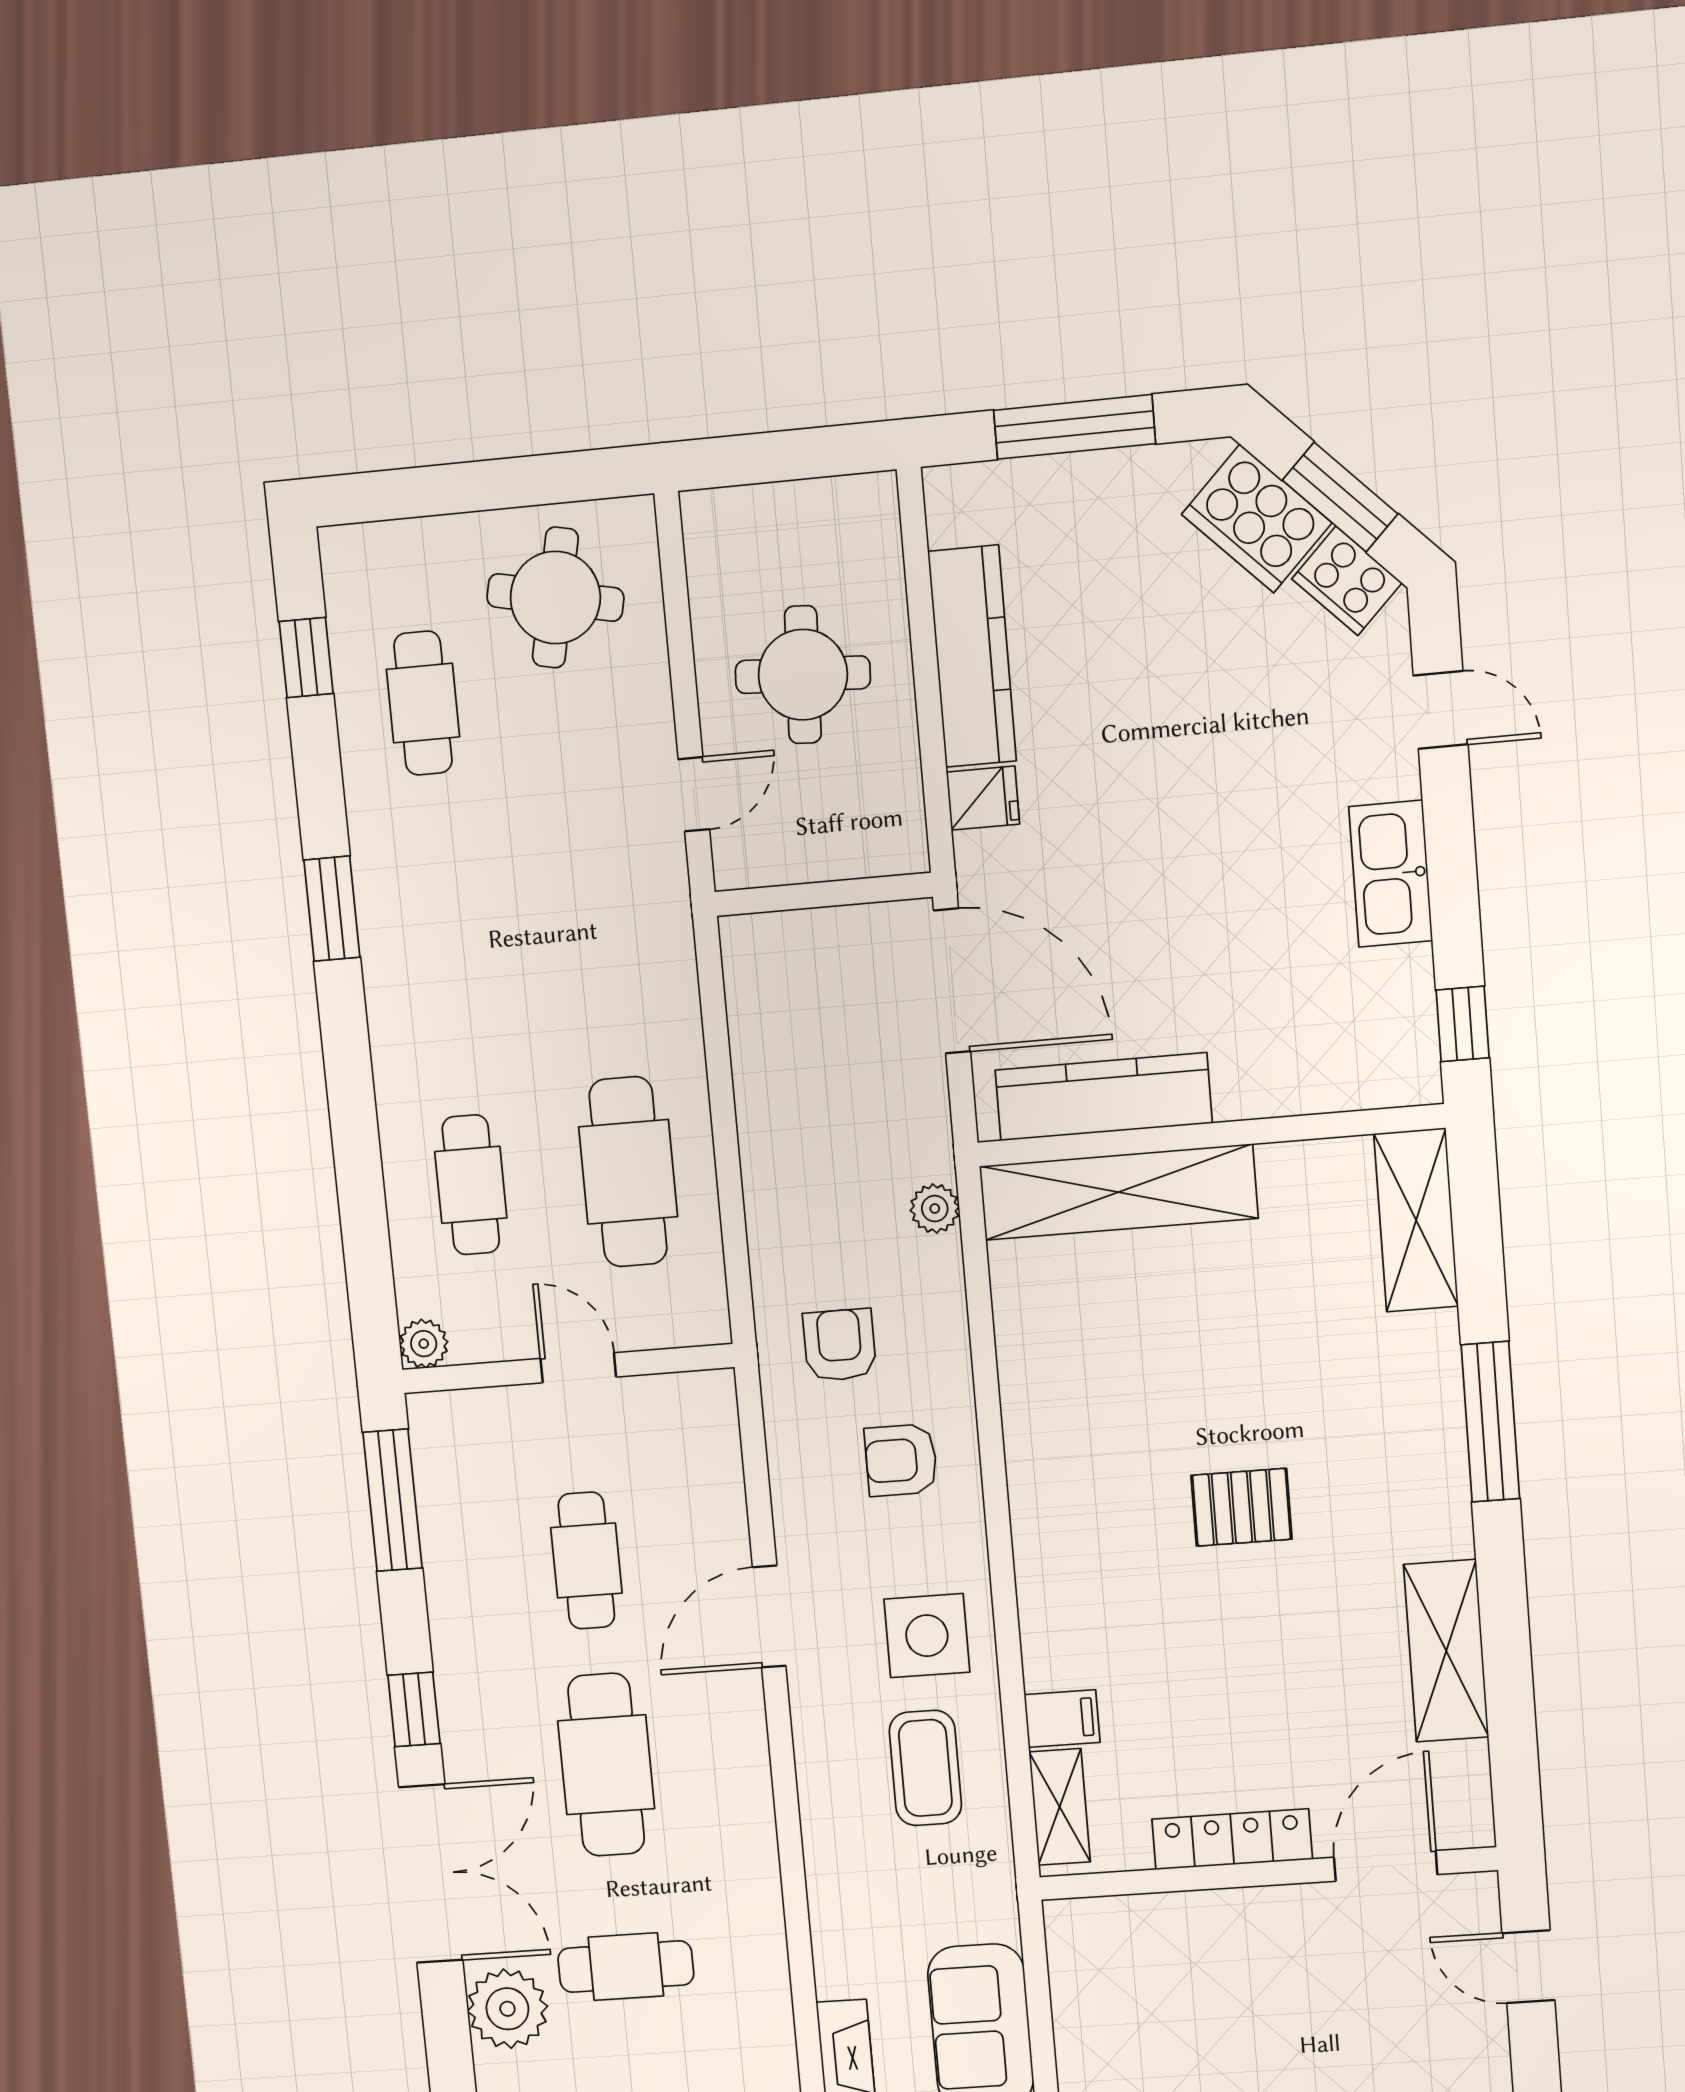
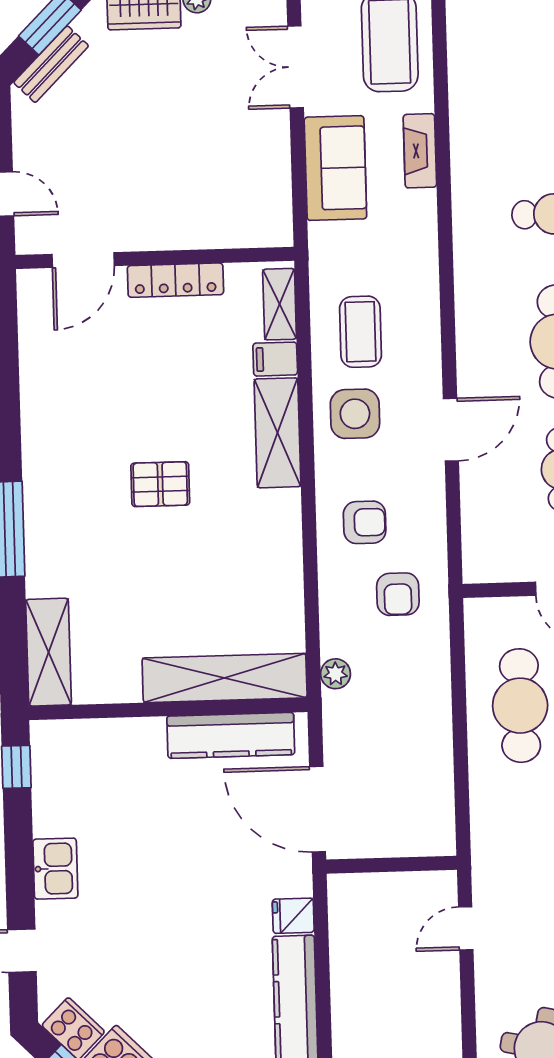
round table: (803, 675) -> (396, 994), removed
kitchen sink: (1391, 874) -> (55, 869), width x0.73
shelving: (1446, 1651) -> (278, 433), moved

